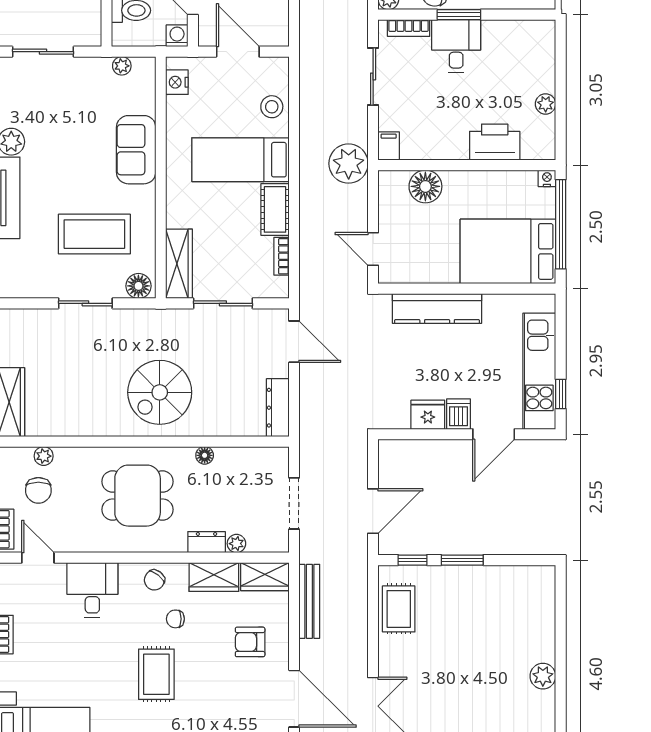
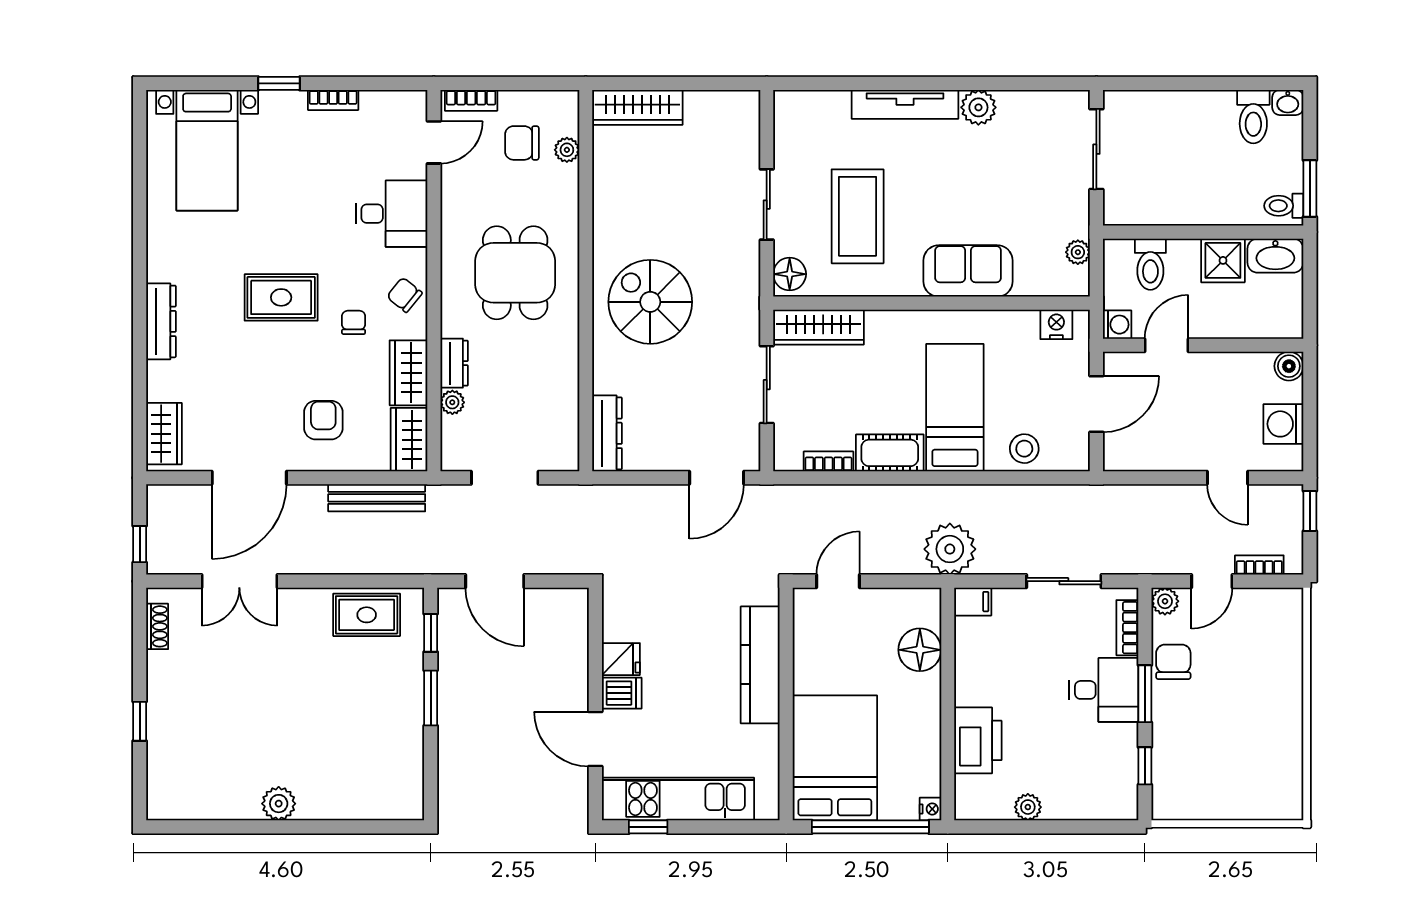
window: (514, 15) -> (1145, 766), added
dresser: (278, 408) -> (607, 433), moved, turned 90
fridge: (428, 415) -> (621, 659), width x0.72
floor lamp: (205, 455) -> (568, 361), removed

